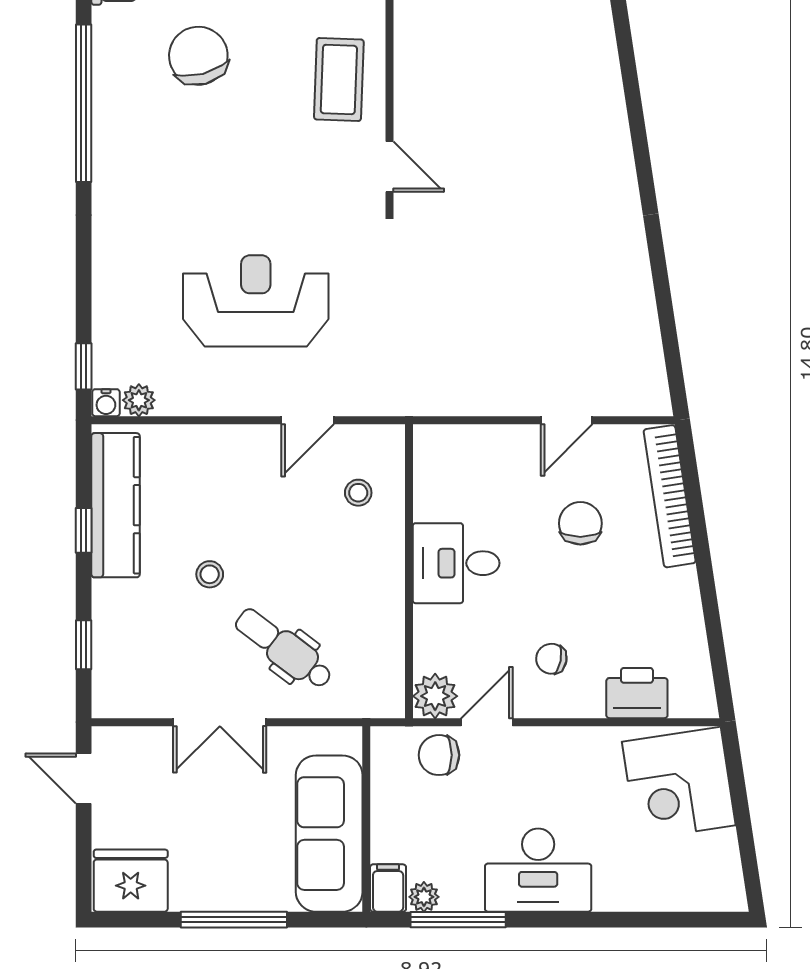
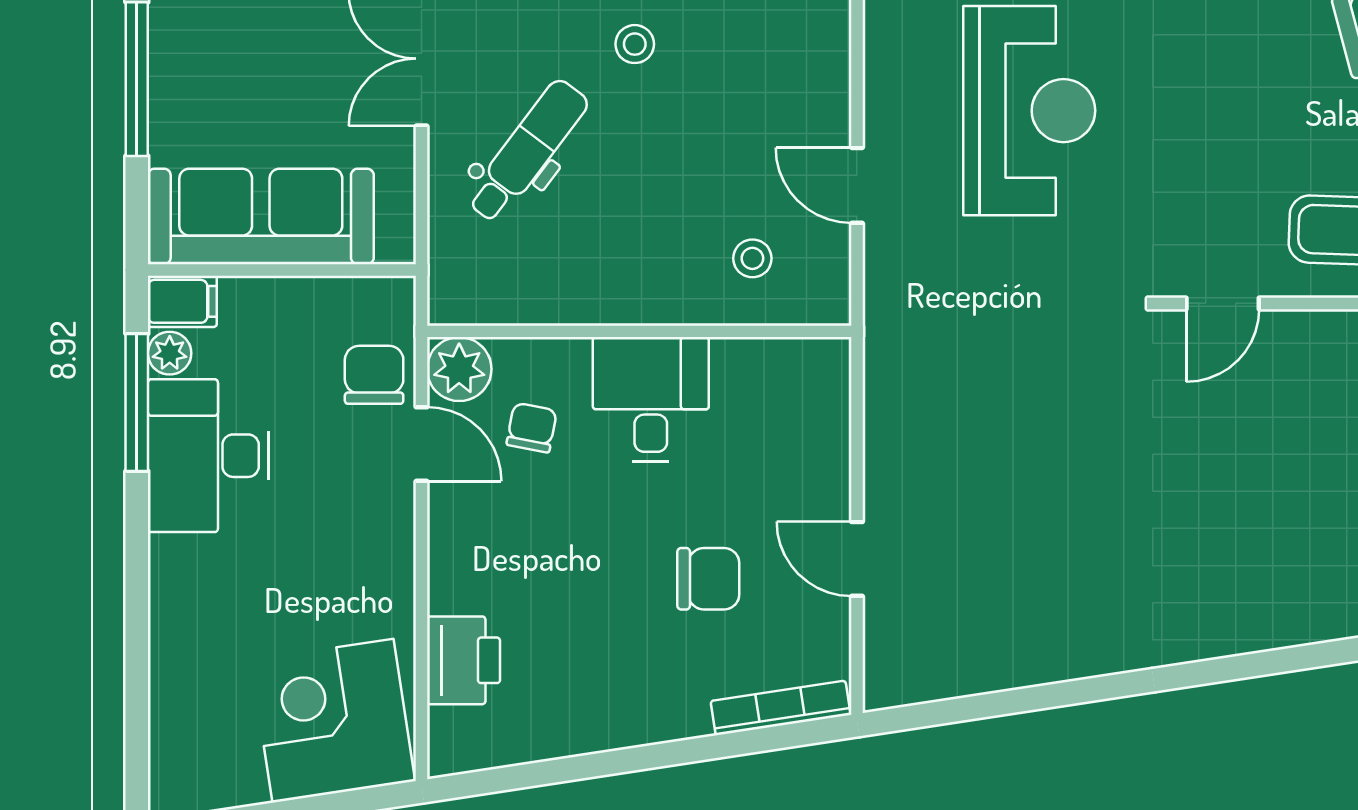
bookcase: (670, 496) -> (781, 708), width x0.68, depth x0.76
chair: (551, 659) -> (532, 428), moved
desk: (538, 870) -> (208, 456), moved

